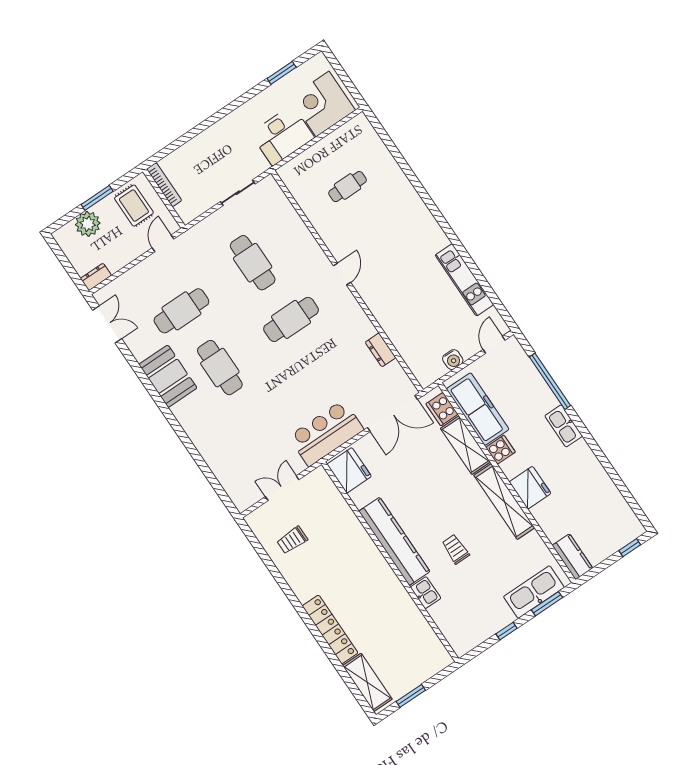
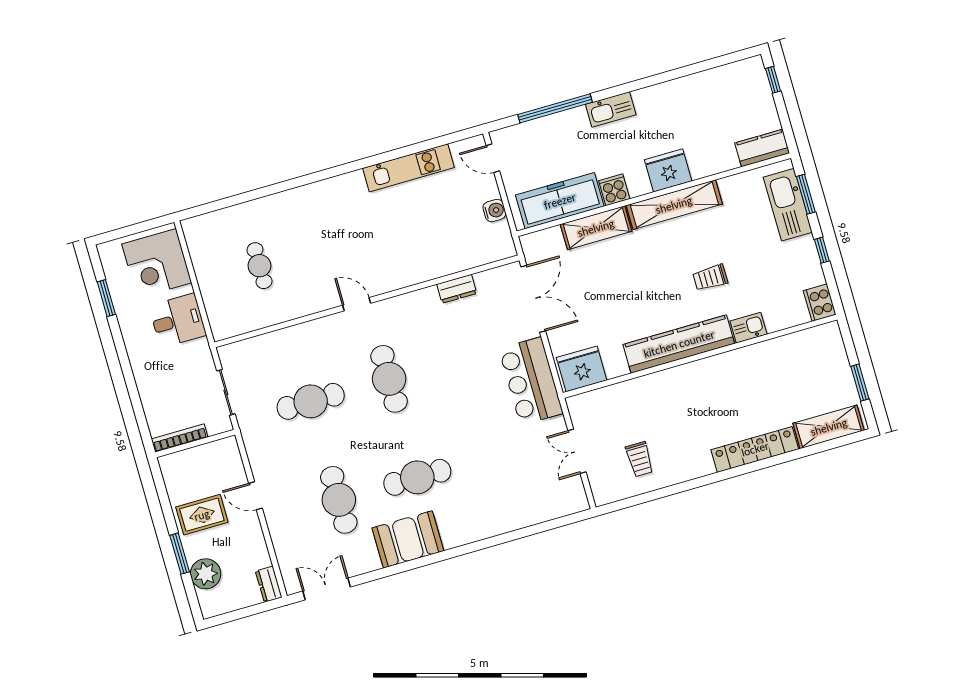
desk: (282, 136) -> (178, 321), width x0.73
bookcase: (164, 185) -> (180, 438), moved
wall: (164, 199) -> (195, 443), moved
cooker: (442, 409) -> (820, 303), moved, turned 90

